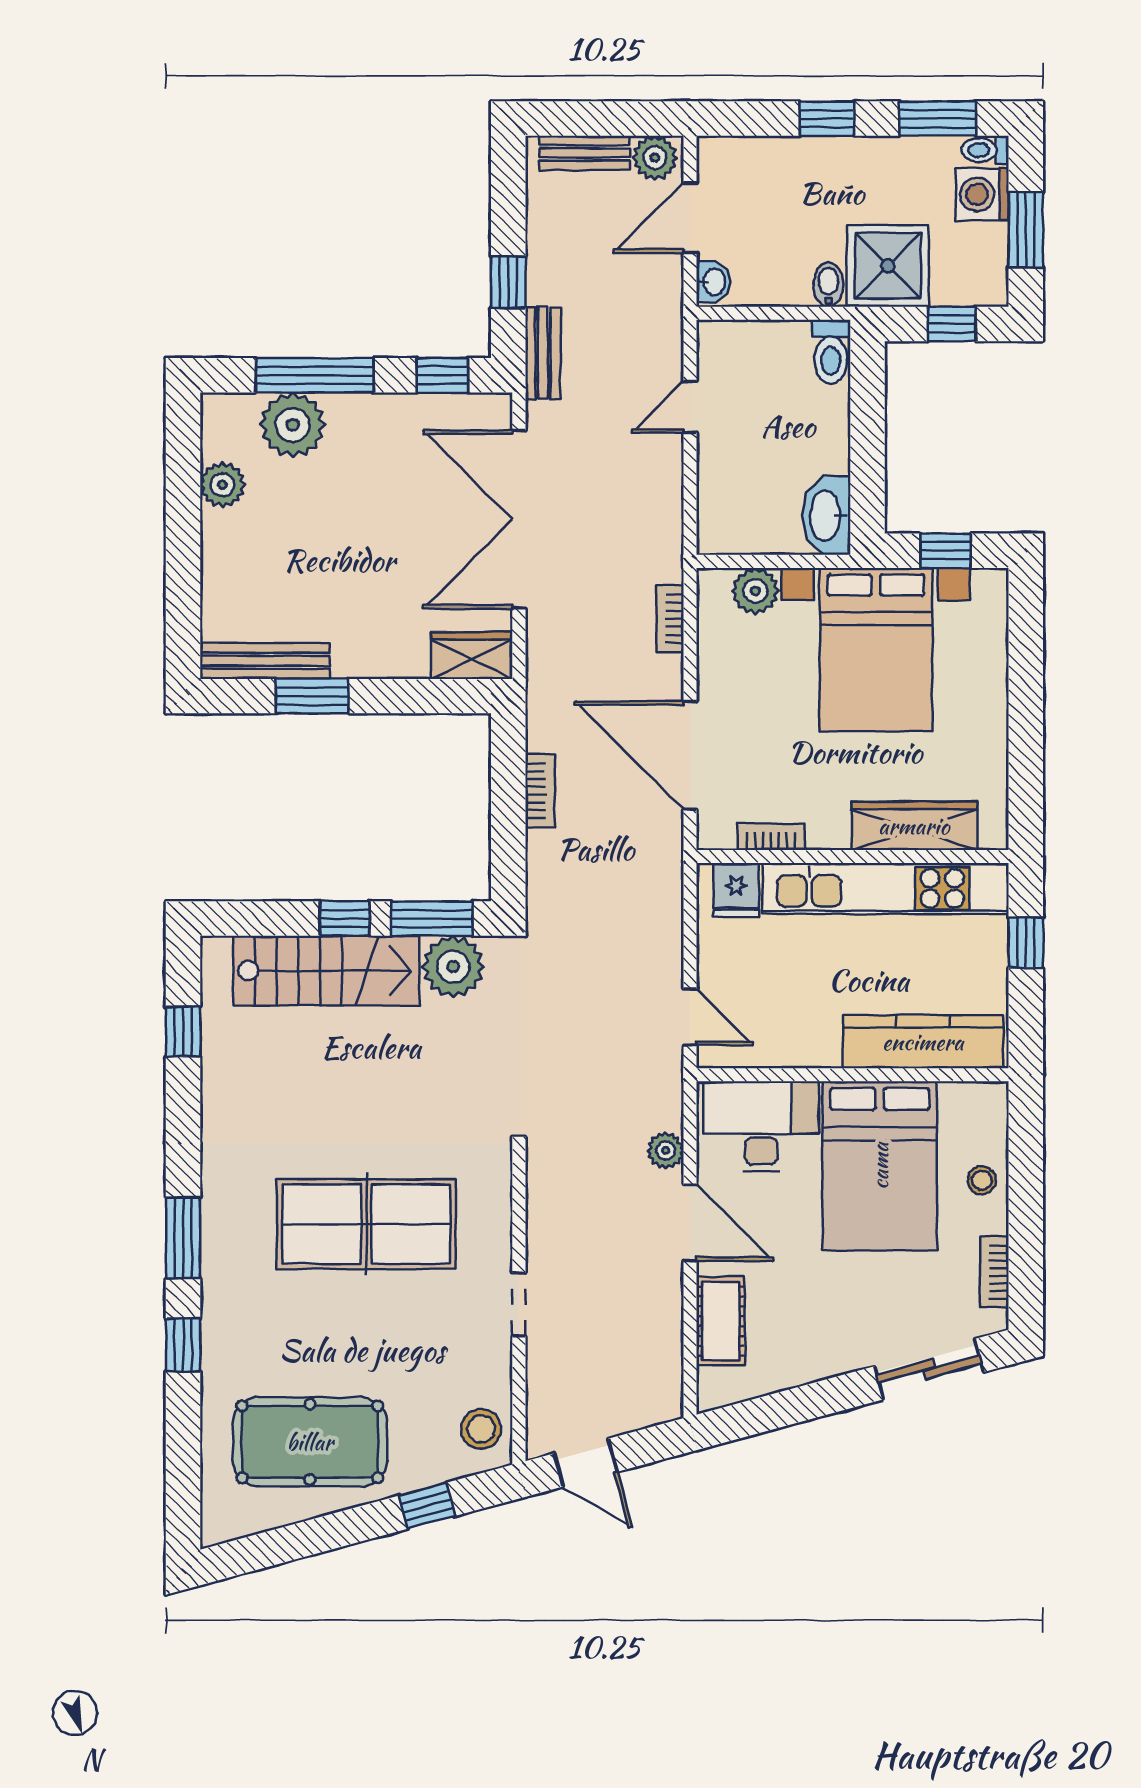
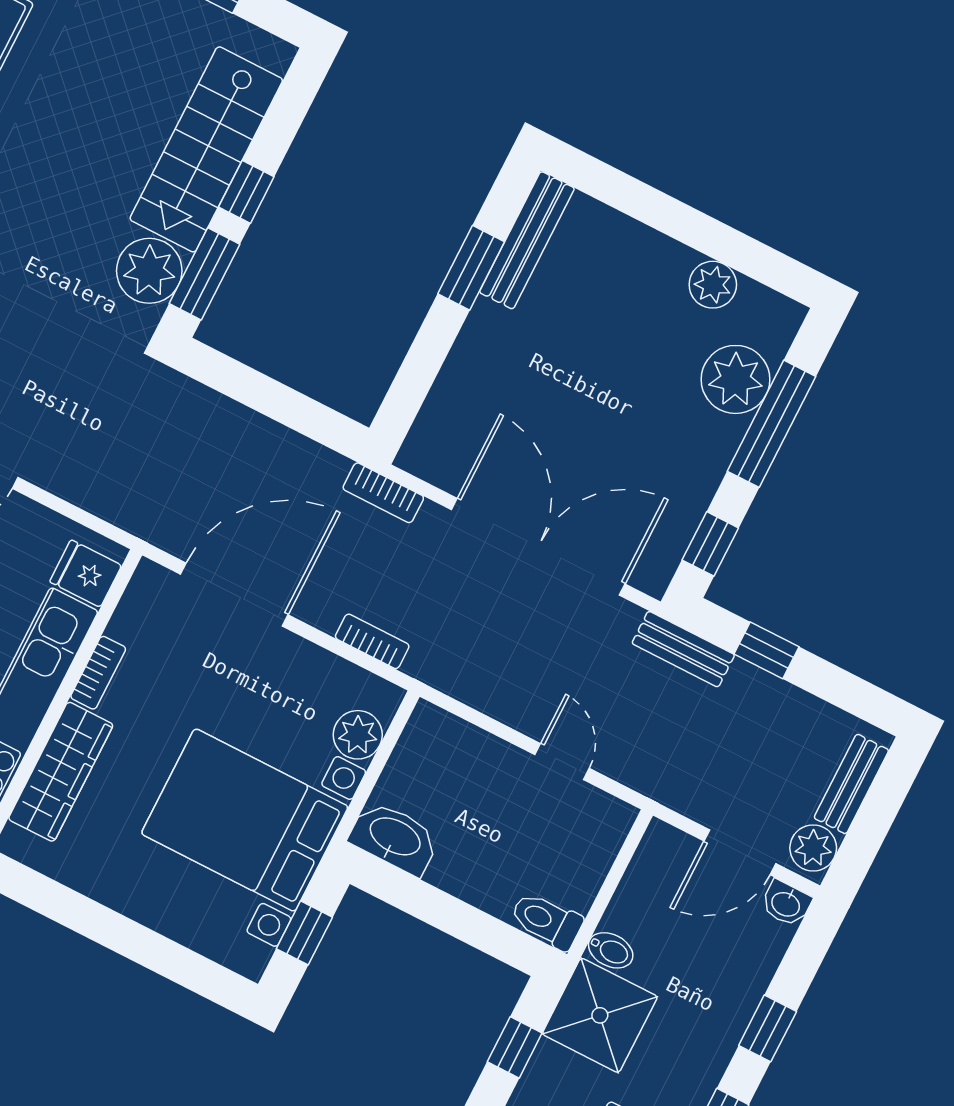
door: (690, 218) -> (740, 852), swing flipped
washbasin: (713, 282) -> (786, 903), moved
wardrobe: (472, 655) -> (433, 437), removed
bookcase: (540, 790) -> (383, 493), moved
bookcase: (771, 837) -> (98, 673), moved

